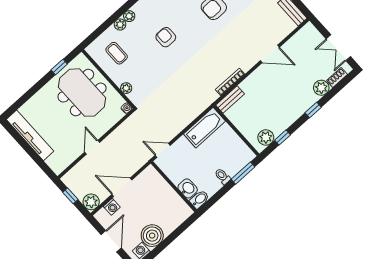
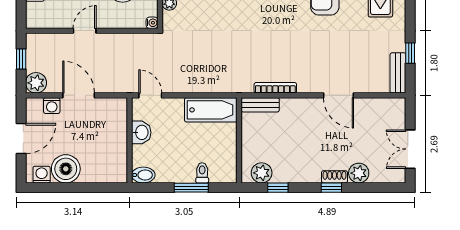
shoe rack: (337, 77) -> (334, 177), moved
window: (243, 173) -> (191, 188), moved
toilet: (223, 176) -> (202, 173), moved
washbasin: (188, 188) -> (141, 132), moved

